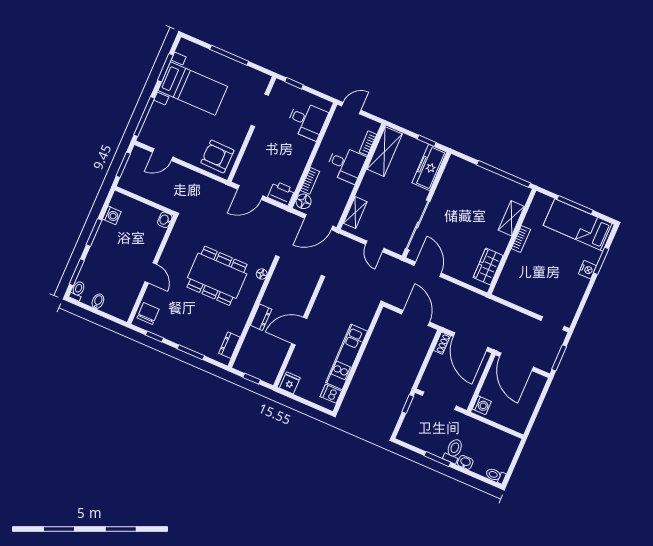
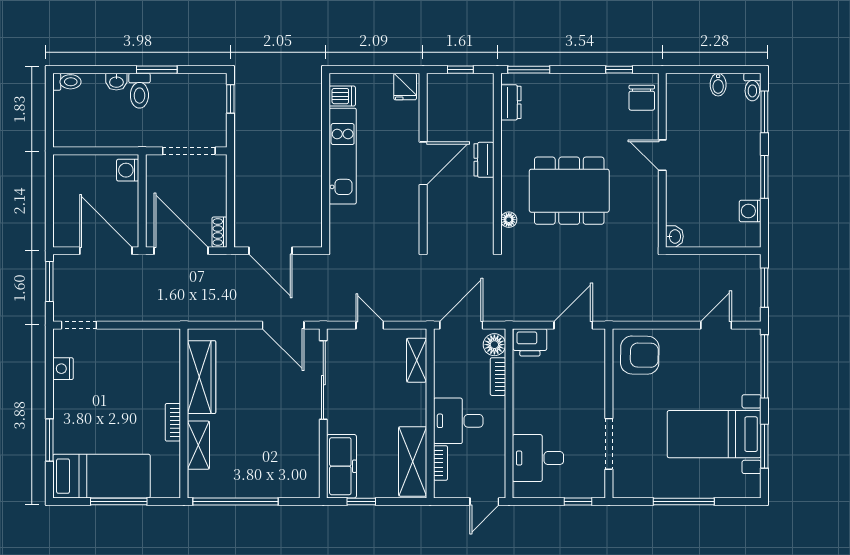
wardrobe: (488, 267) -> (202, 377), width x1.50
nightstand: (587, 270) -> (63, 369), moved
window: (191, 352) -> (529, 70), moved
window: (408, 404) -> (230, 99), moved

